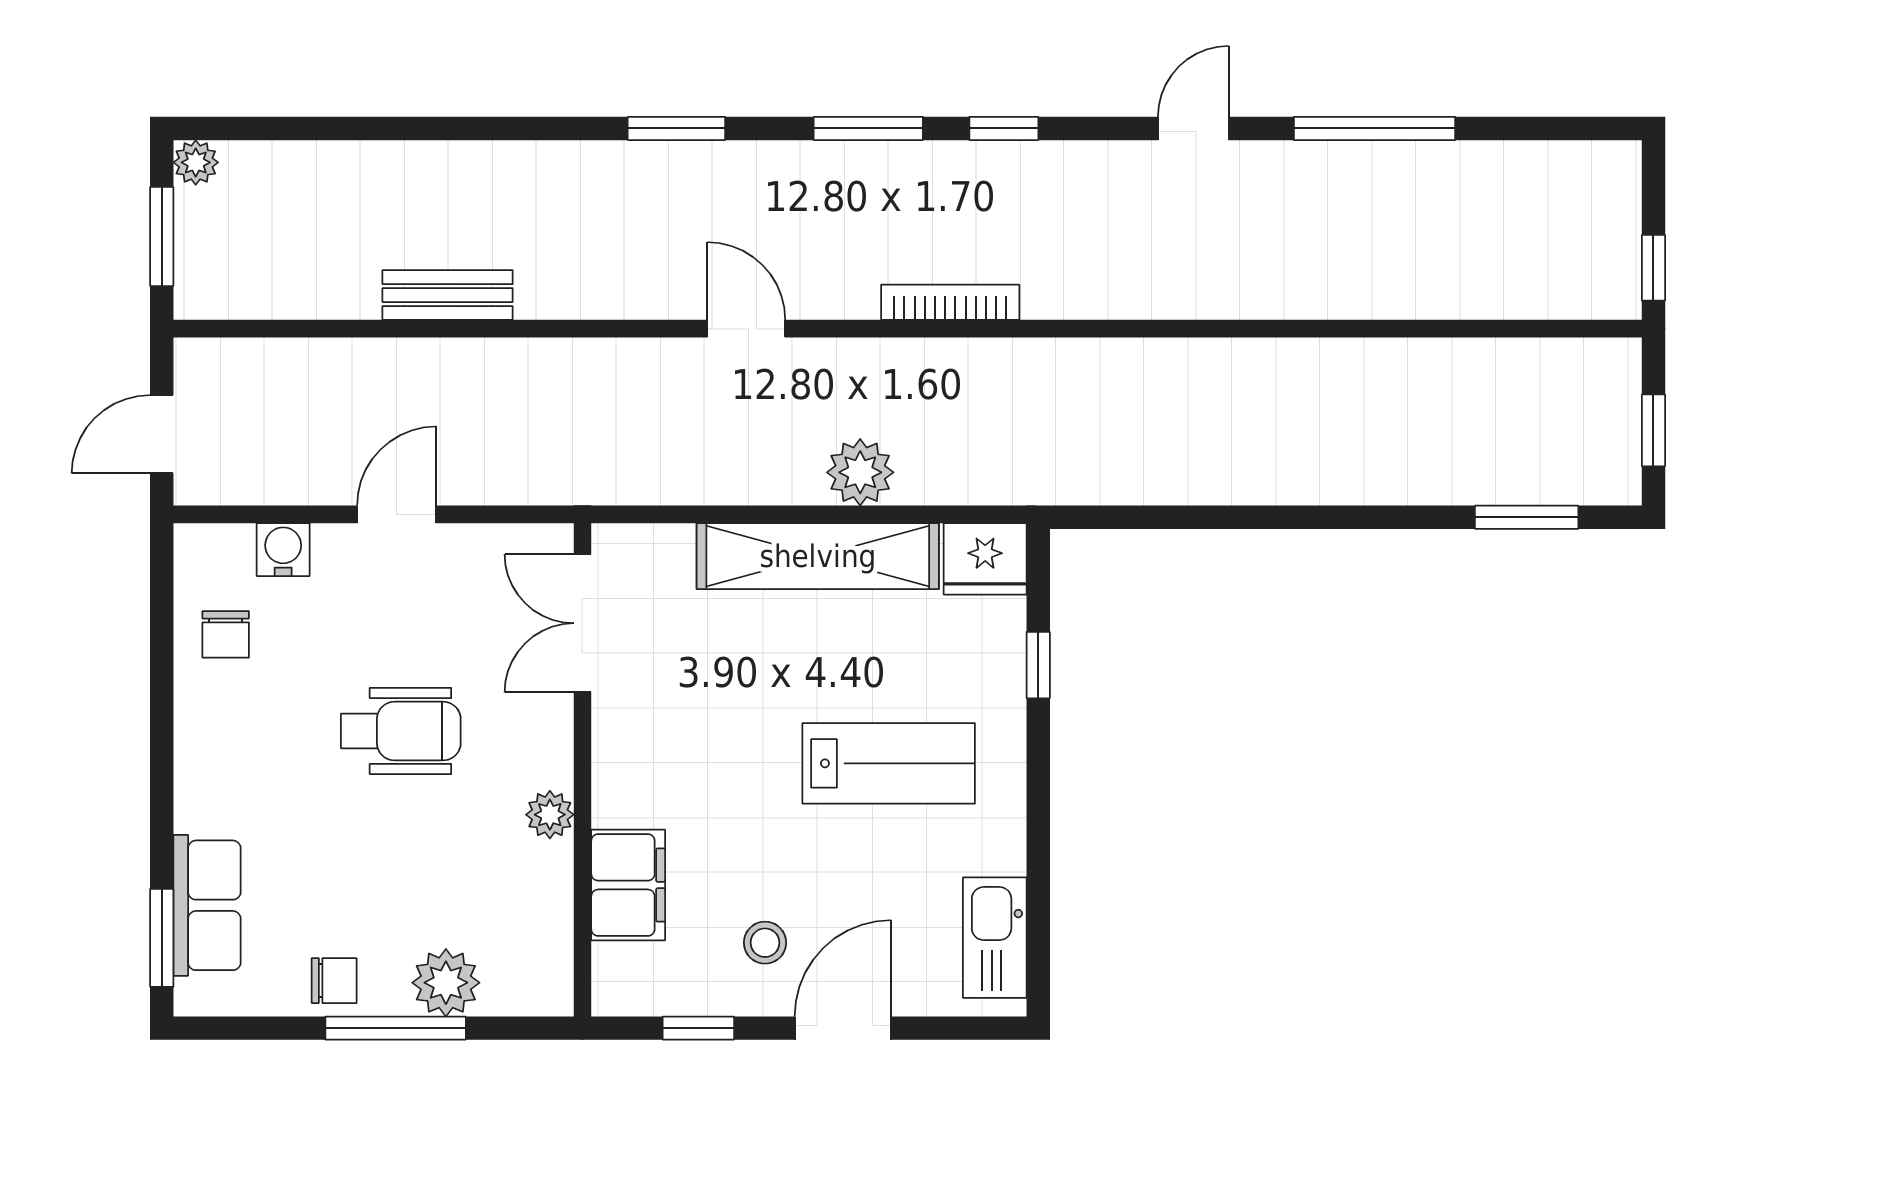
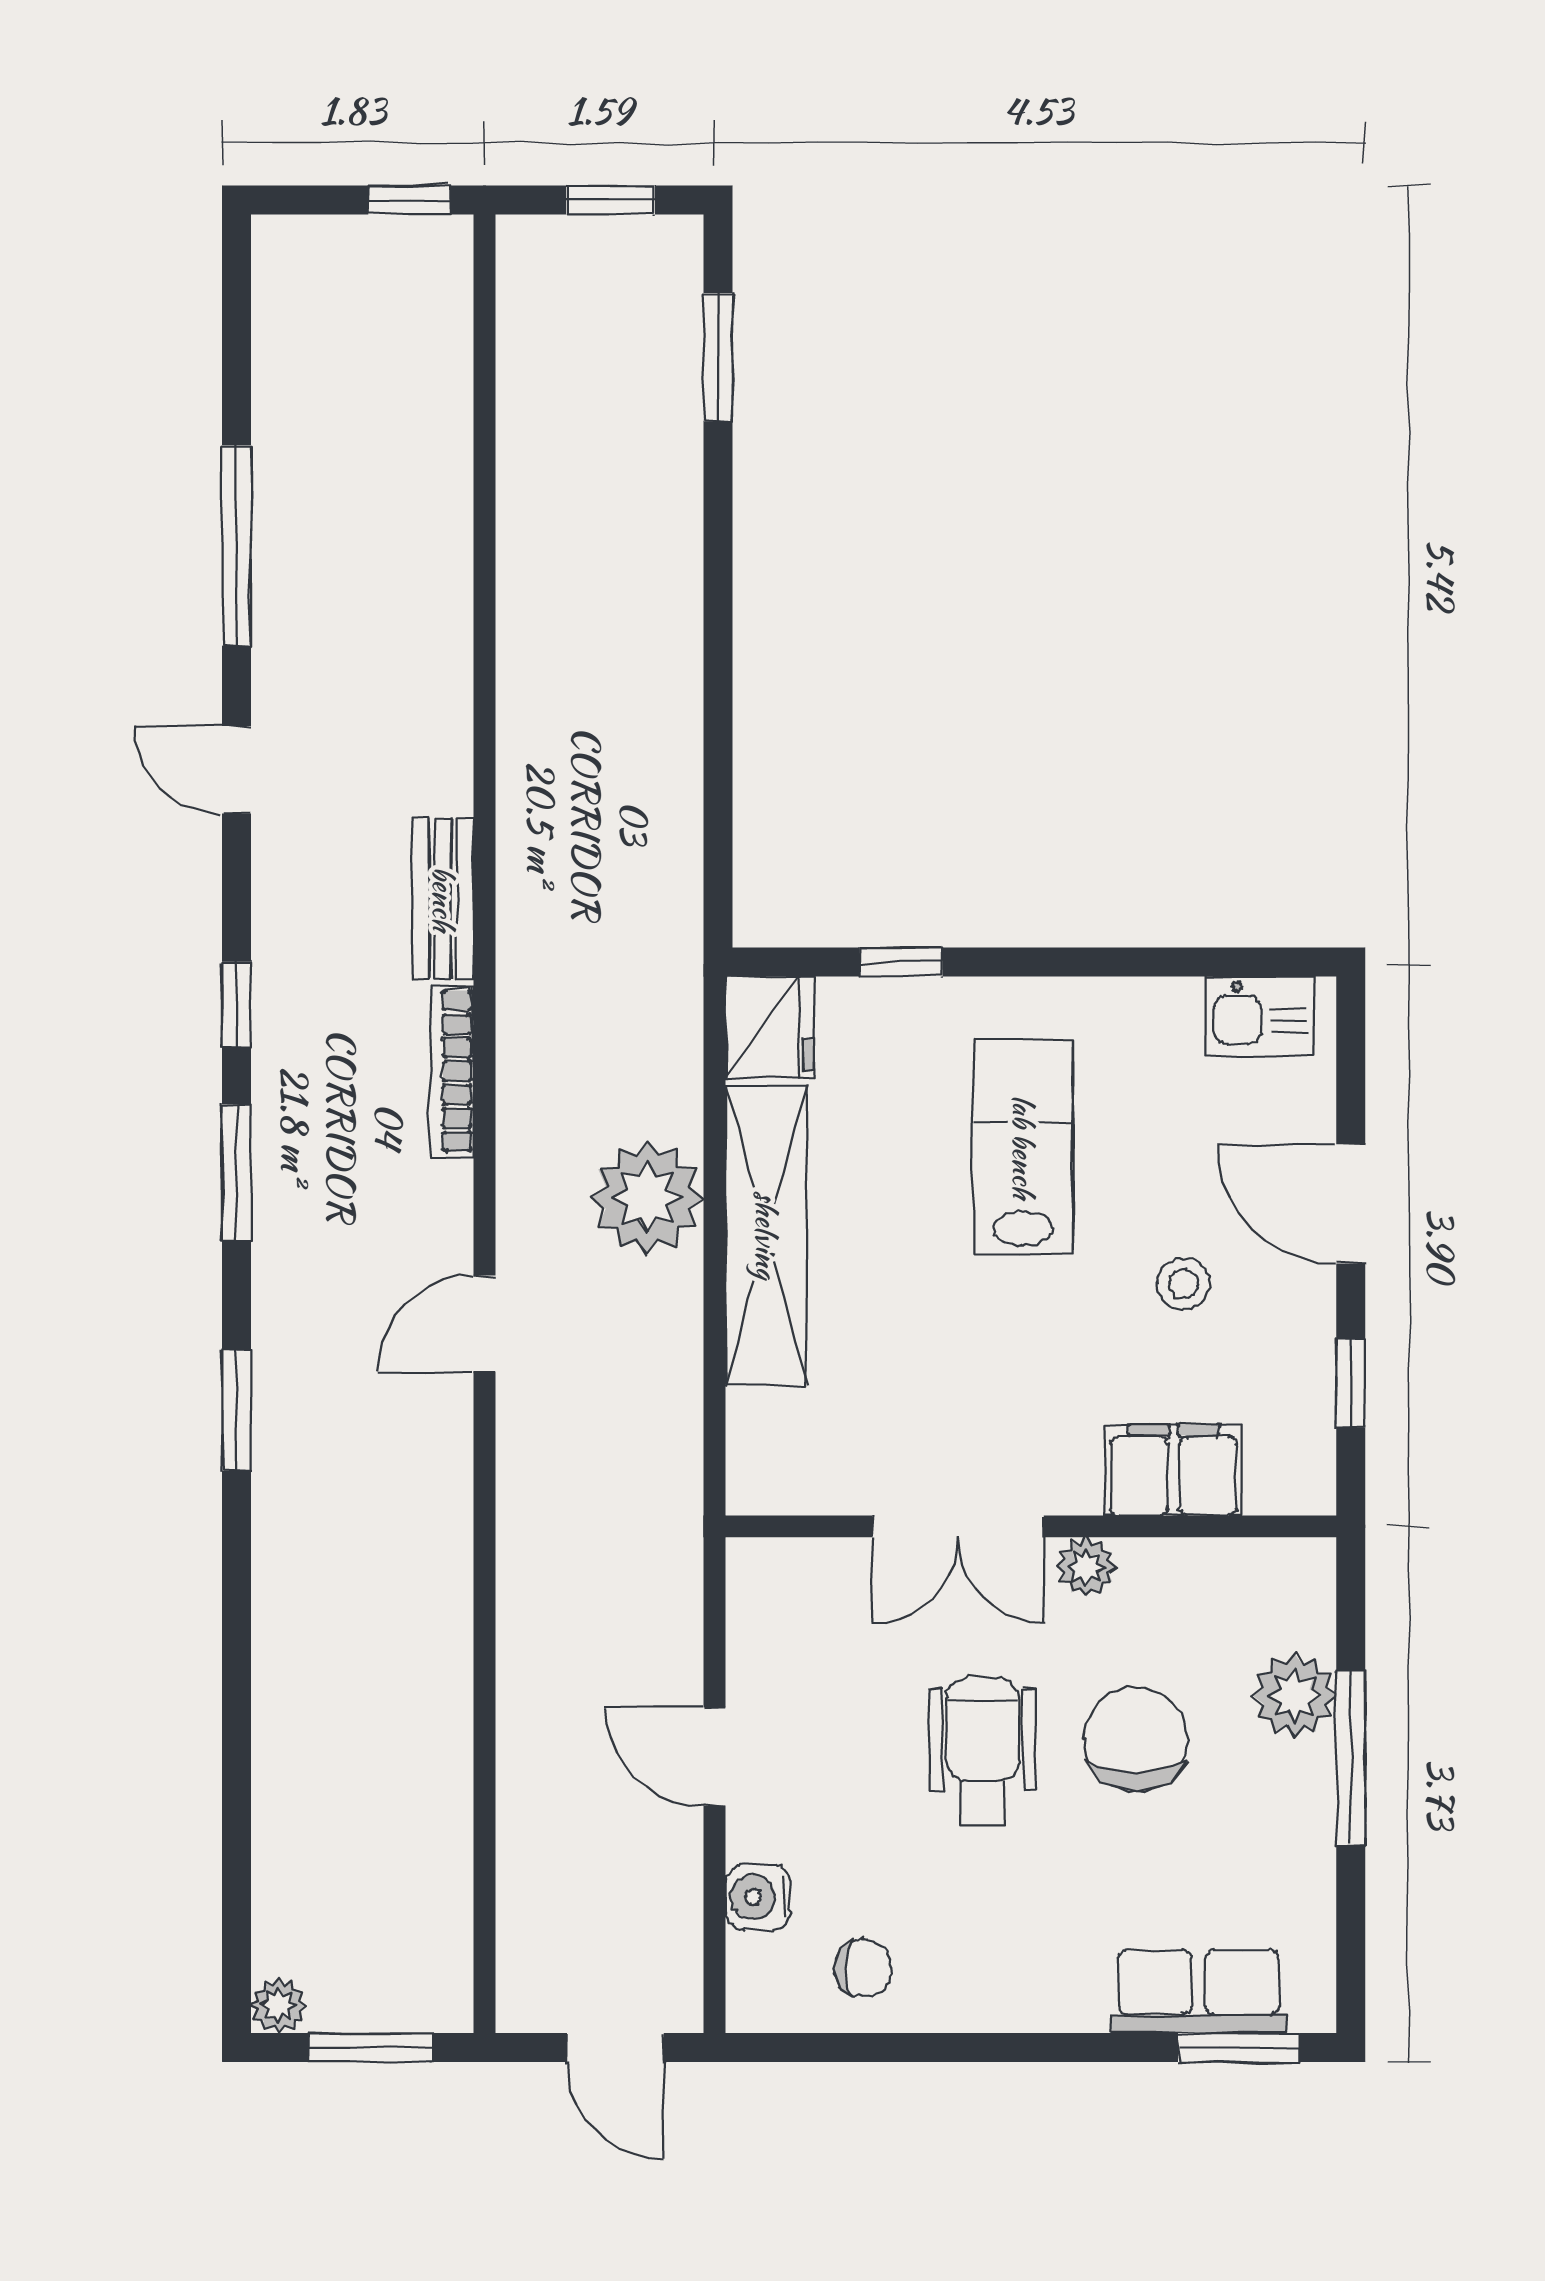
bench: (448, 295) -> (443, 899), moved
plant: (860, 472) -> (647, 1198), width x1.36, depth x1.36
double door: (582, 623) -> (958, 1526), moved
kitchen sink: (995, 938) -> (1259, 1016), width x0.73
stool: (765, 943) -> (1184, 1284), moved
chair: (334, 981) -> (1136, 1739), moved, width x1.87, depth x1.87

